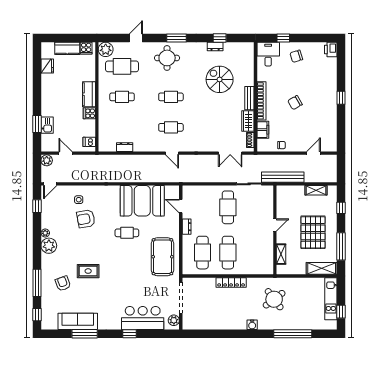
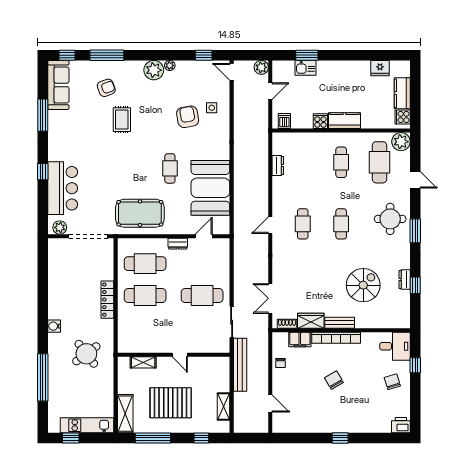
sofa: (78, 321) -> (58, 85), moved

